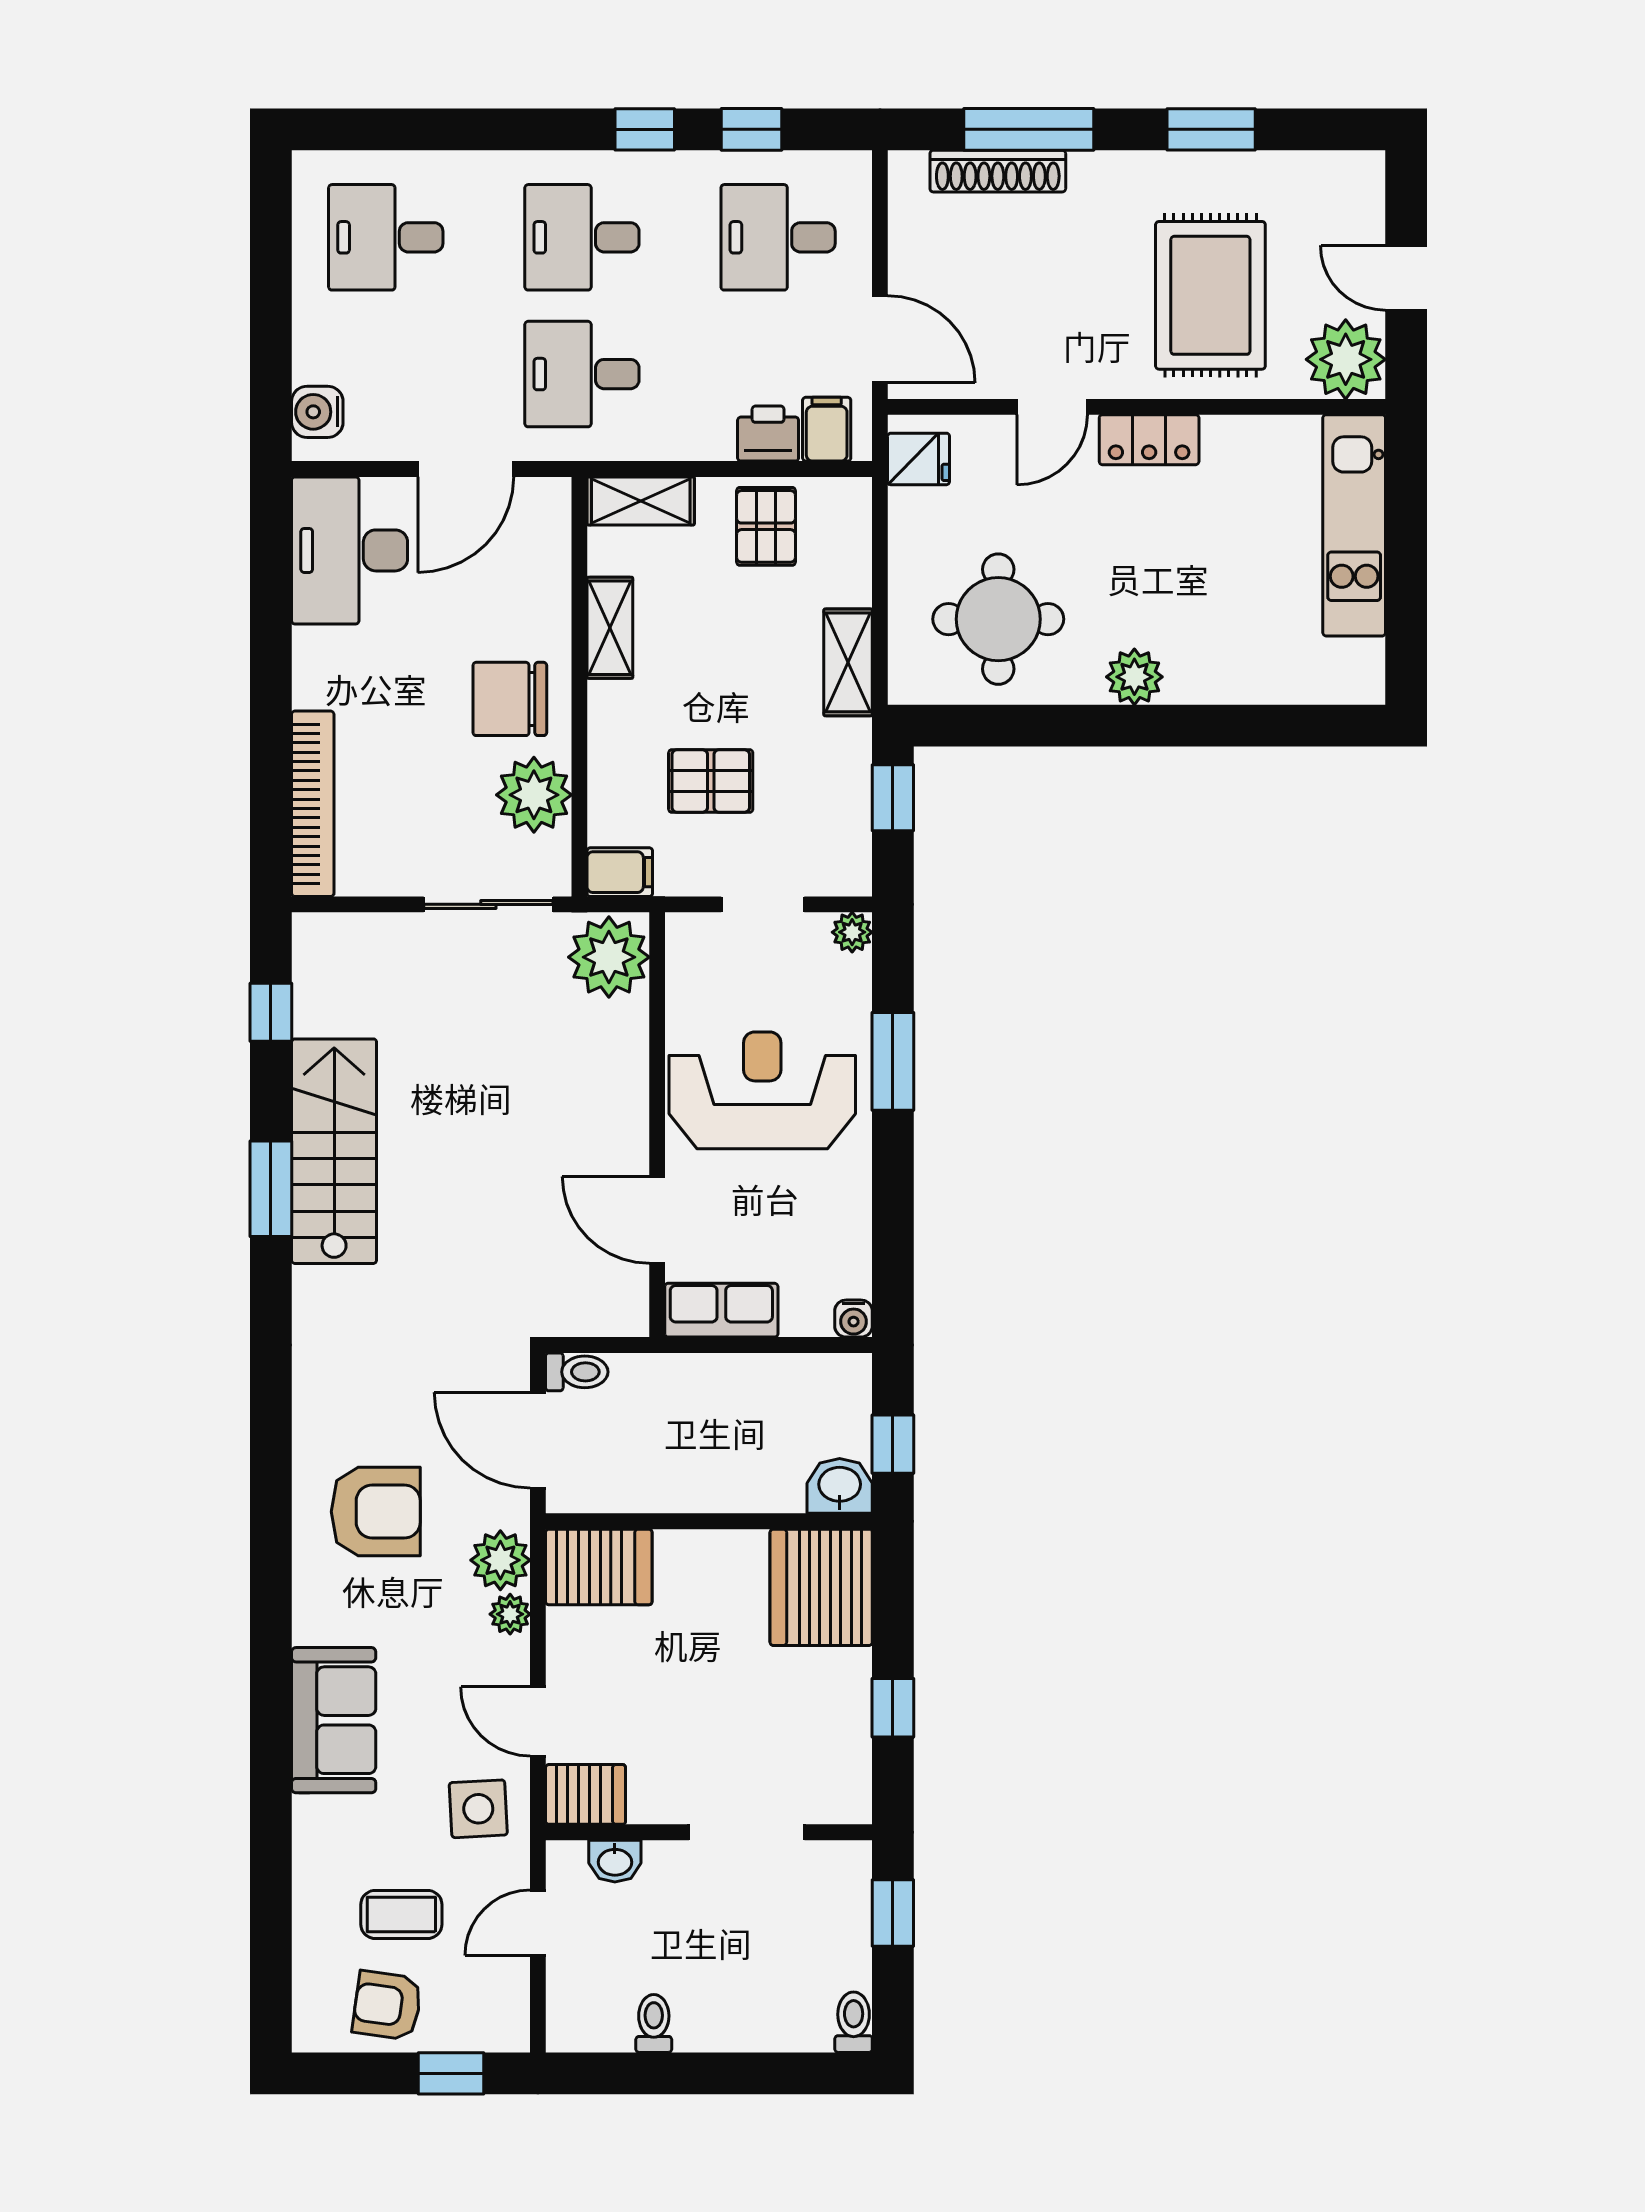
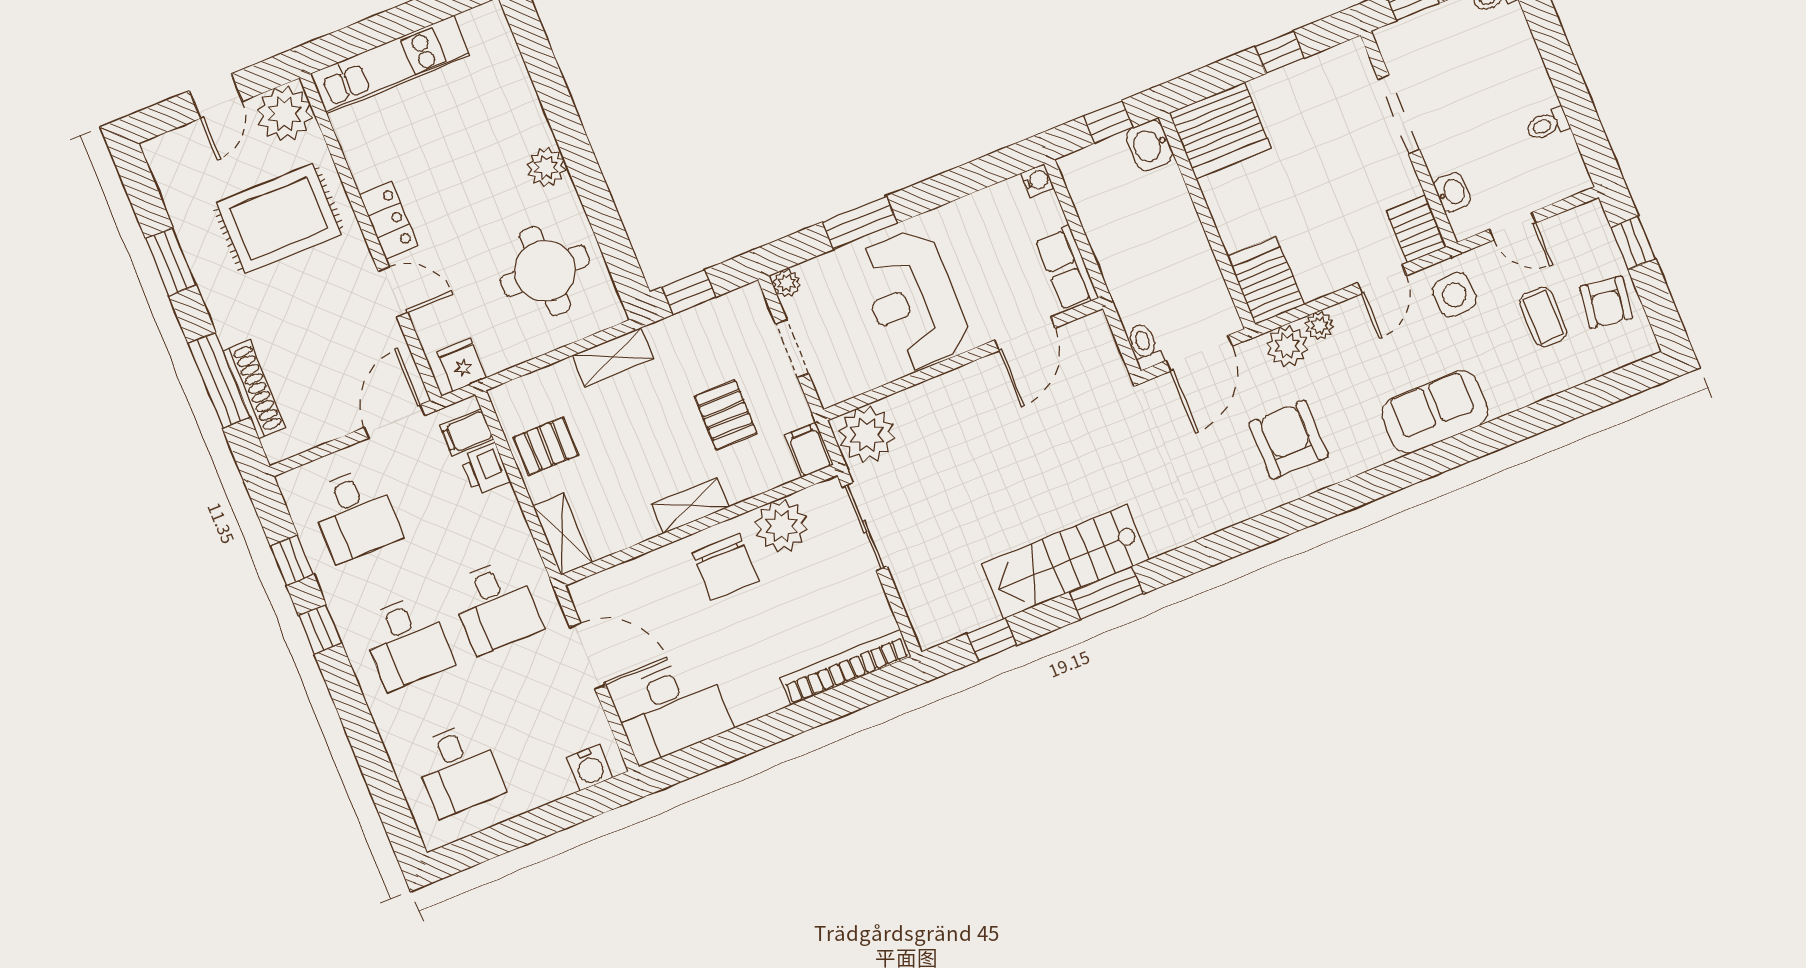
shelving: (610, 628) -> (690, 506), moved

